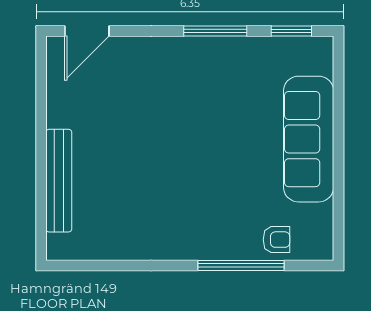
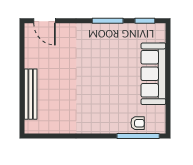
door: (87, 31) -> (44, 21), hinge flipped
window: (241, 265) -> (138, 136), moved

